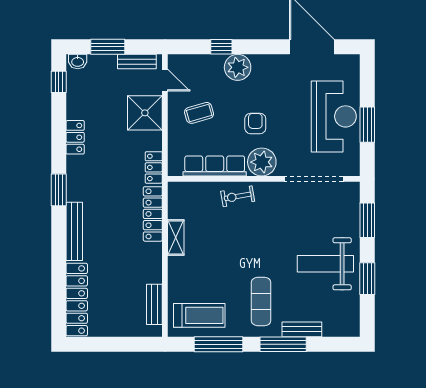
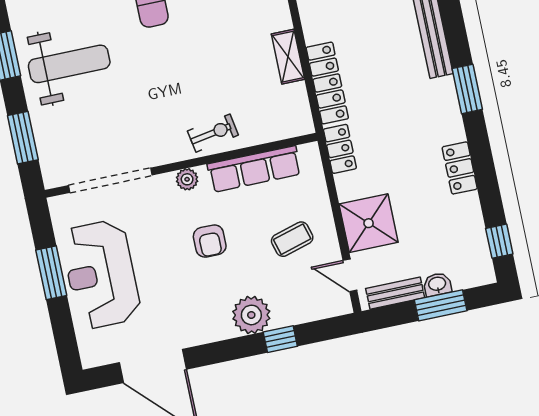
washbasin: (78, 62) -> (437, 284), moved
plant: (262, 162) -> (187, 179), width x0.53, depth x0.53

